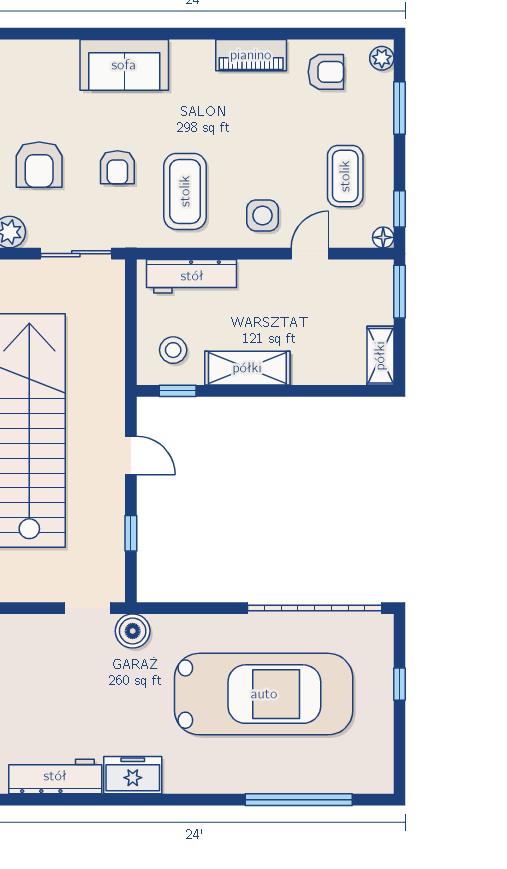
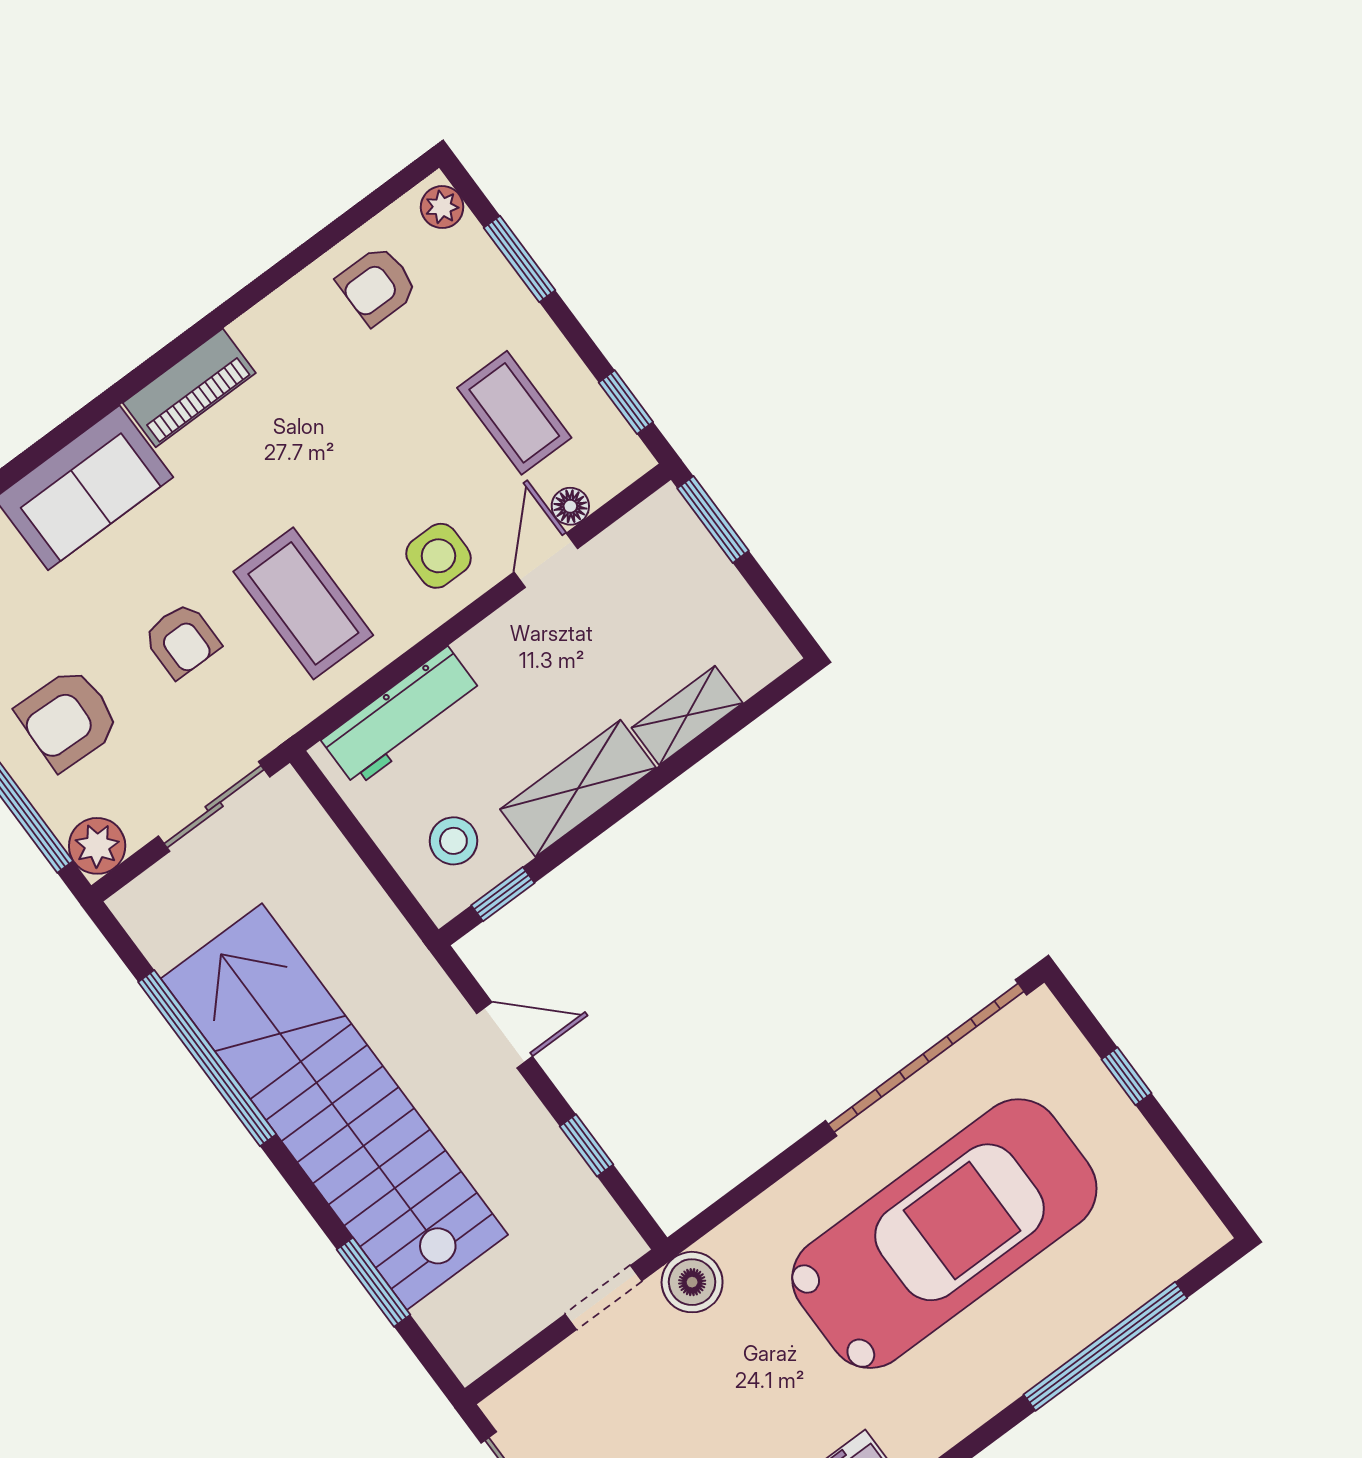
piano: (251, 55) -> (189, 388), moved
armchair: (326, 72) -> (377, 285), turned 180
armchair: (39, 165) -> (68, 719), turned 92
floor lamp: (383, 237) -> (570, 506), moved
shelving: (380, 356) -> (687, 715), moved, turned 90

